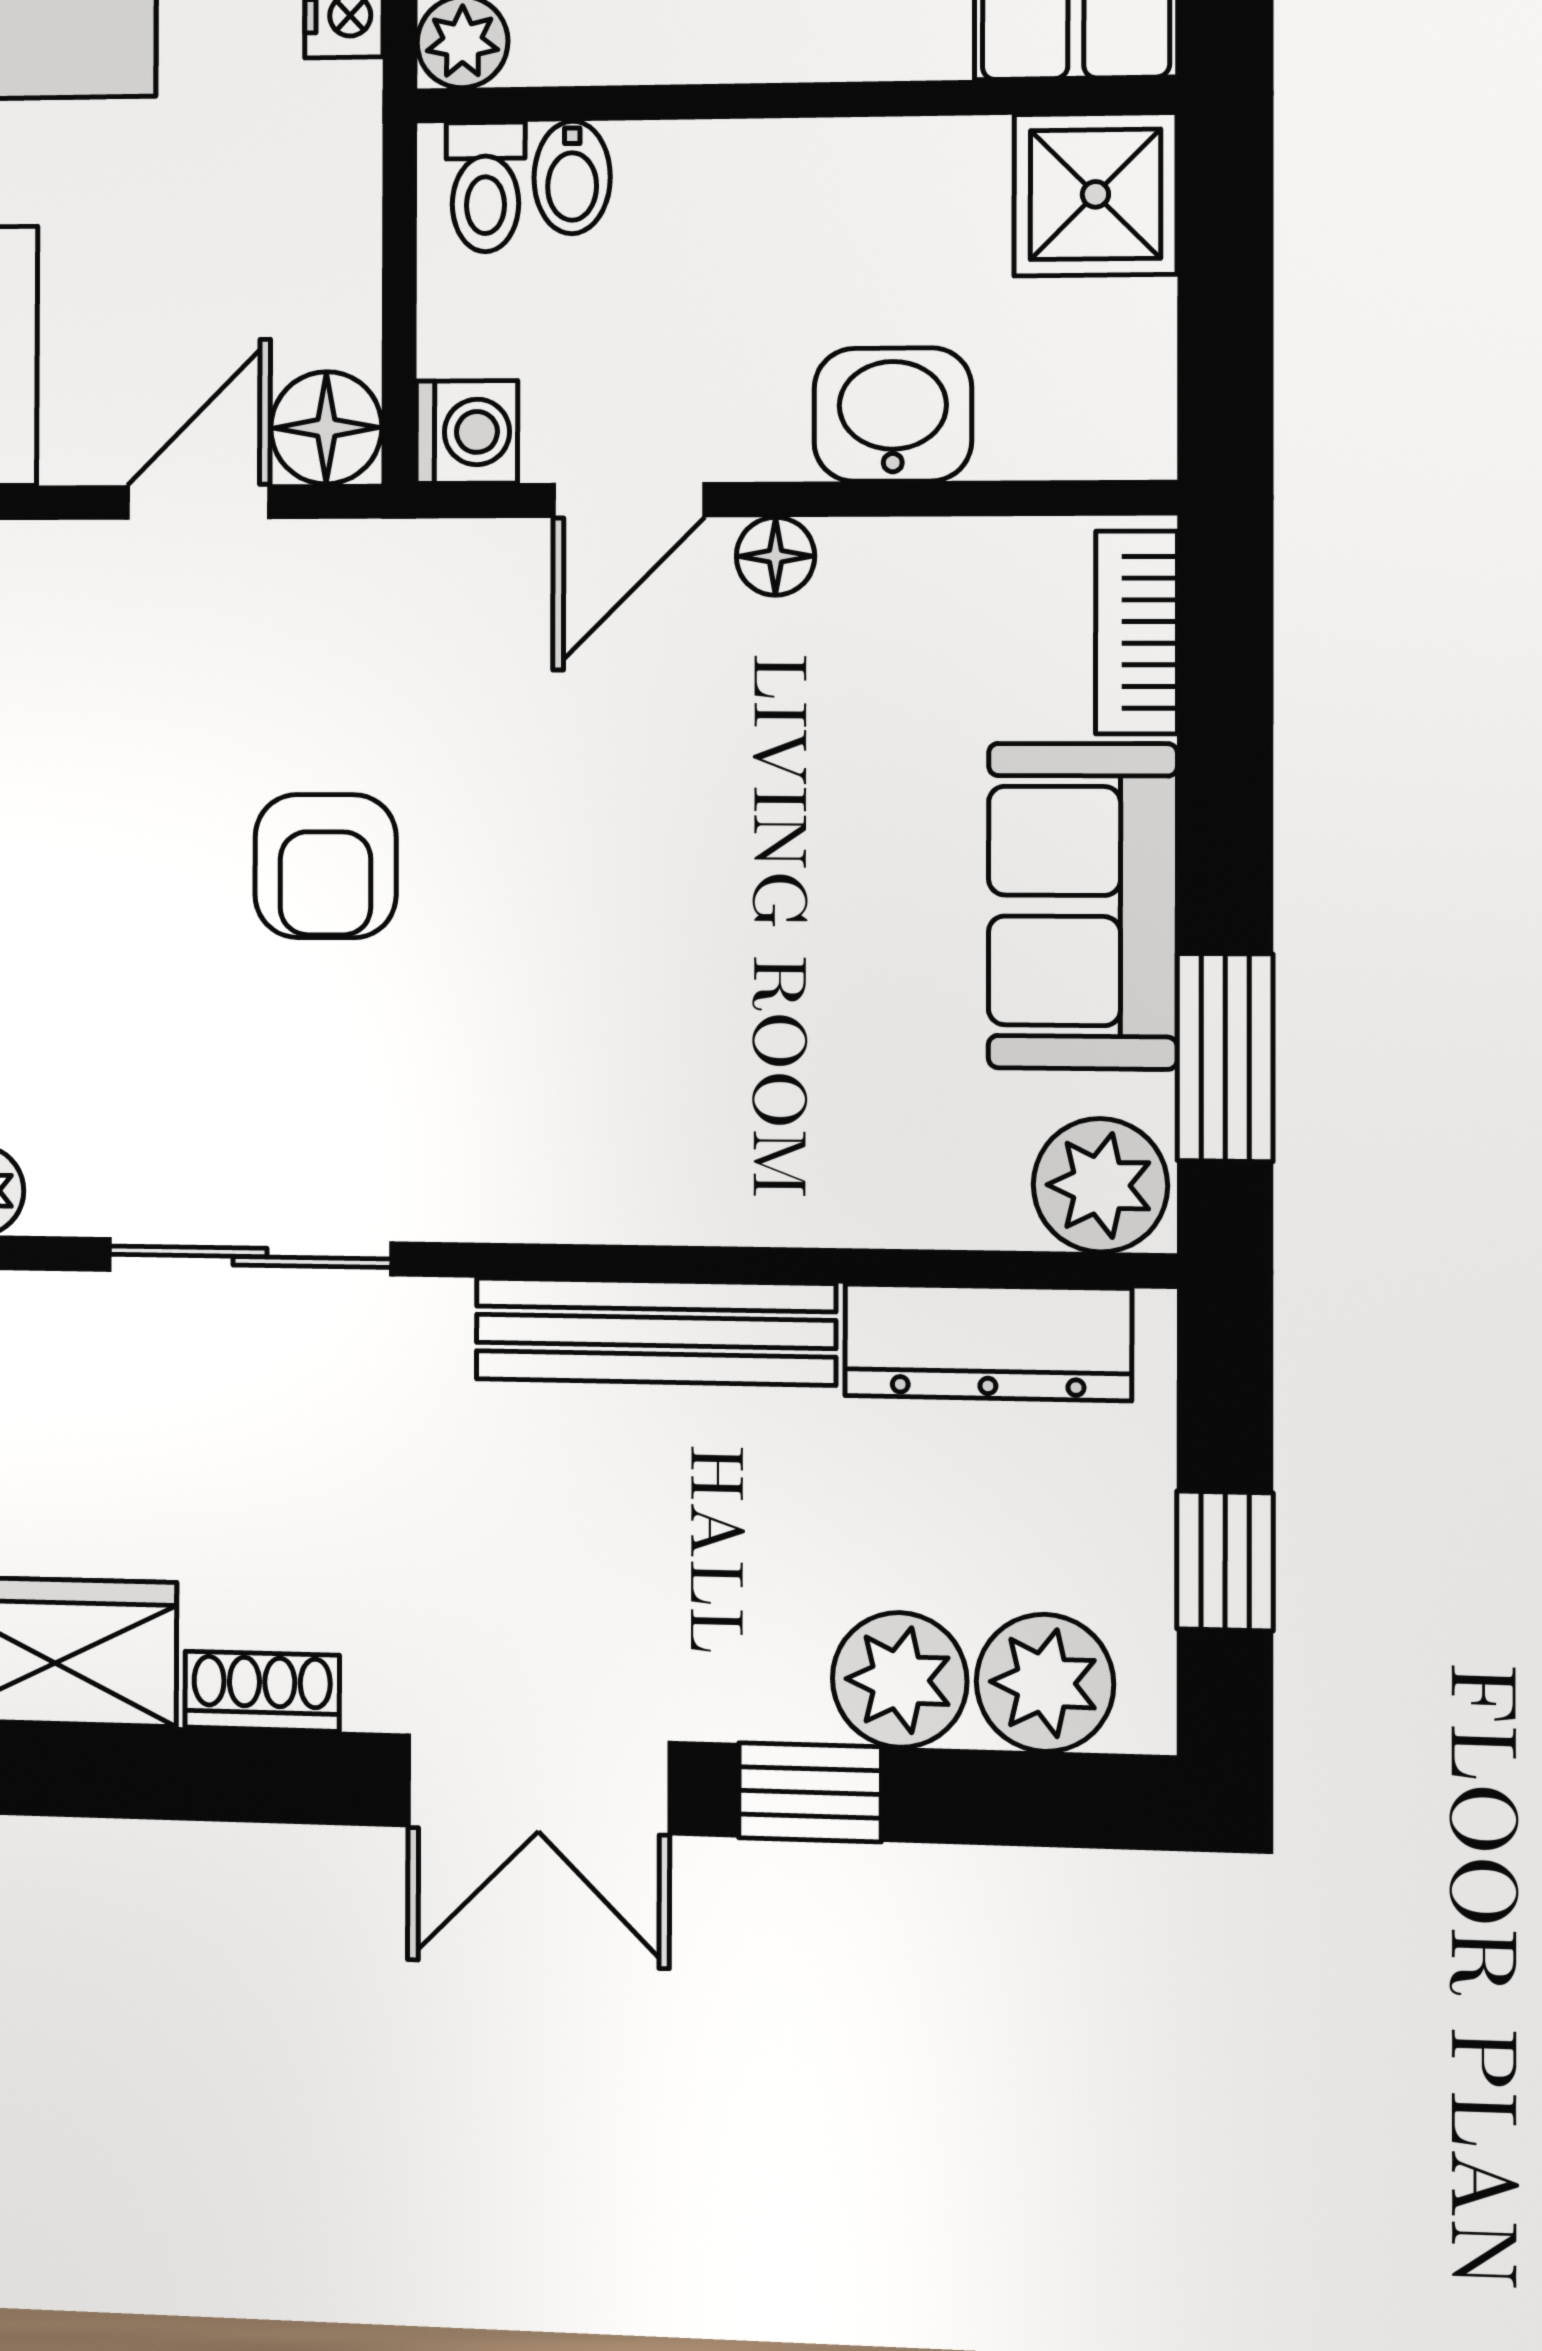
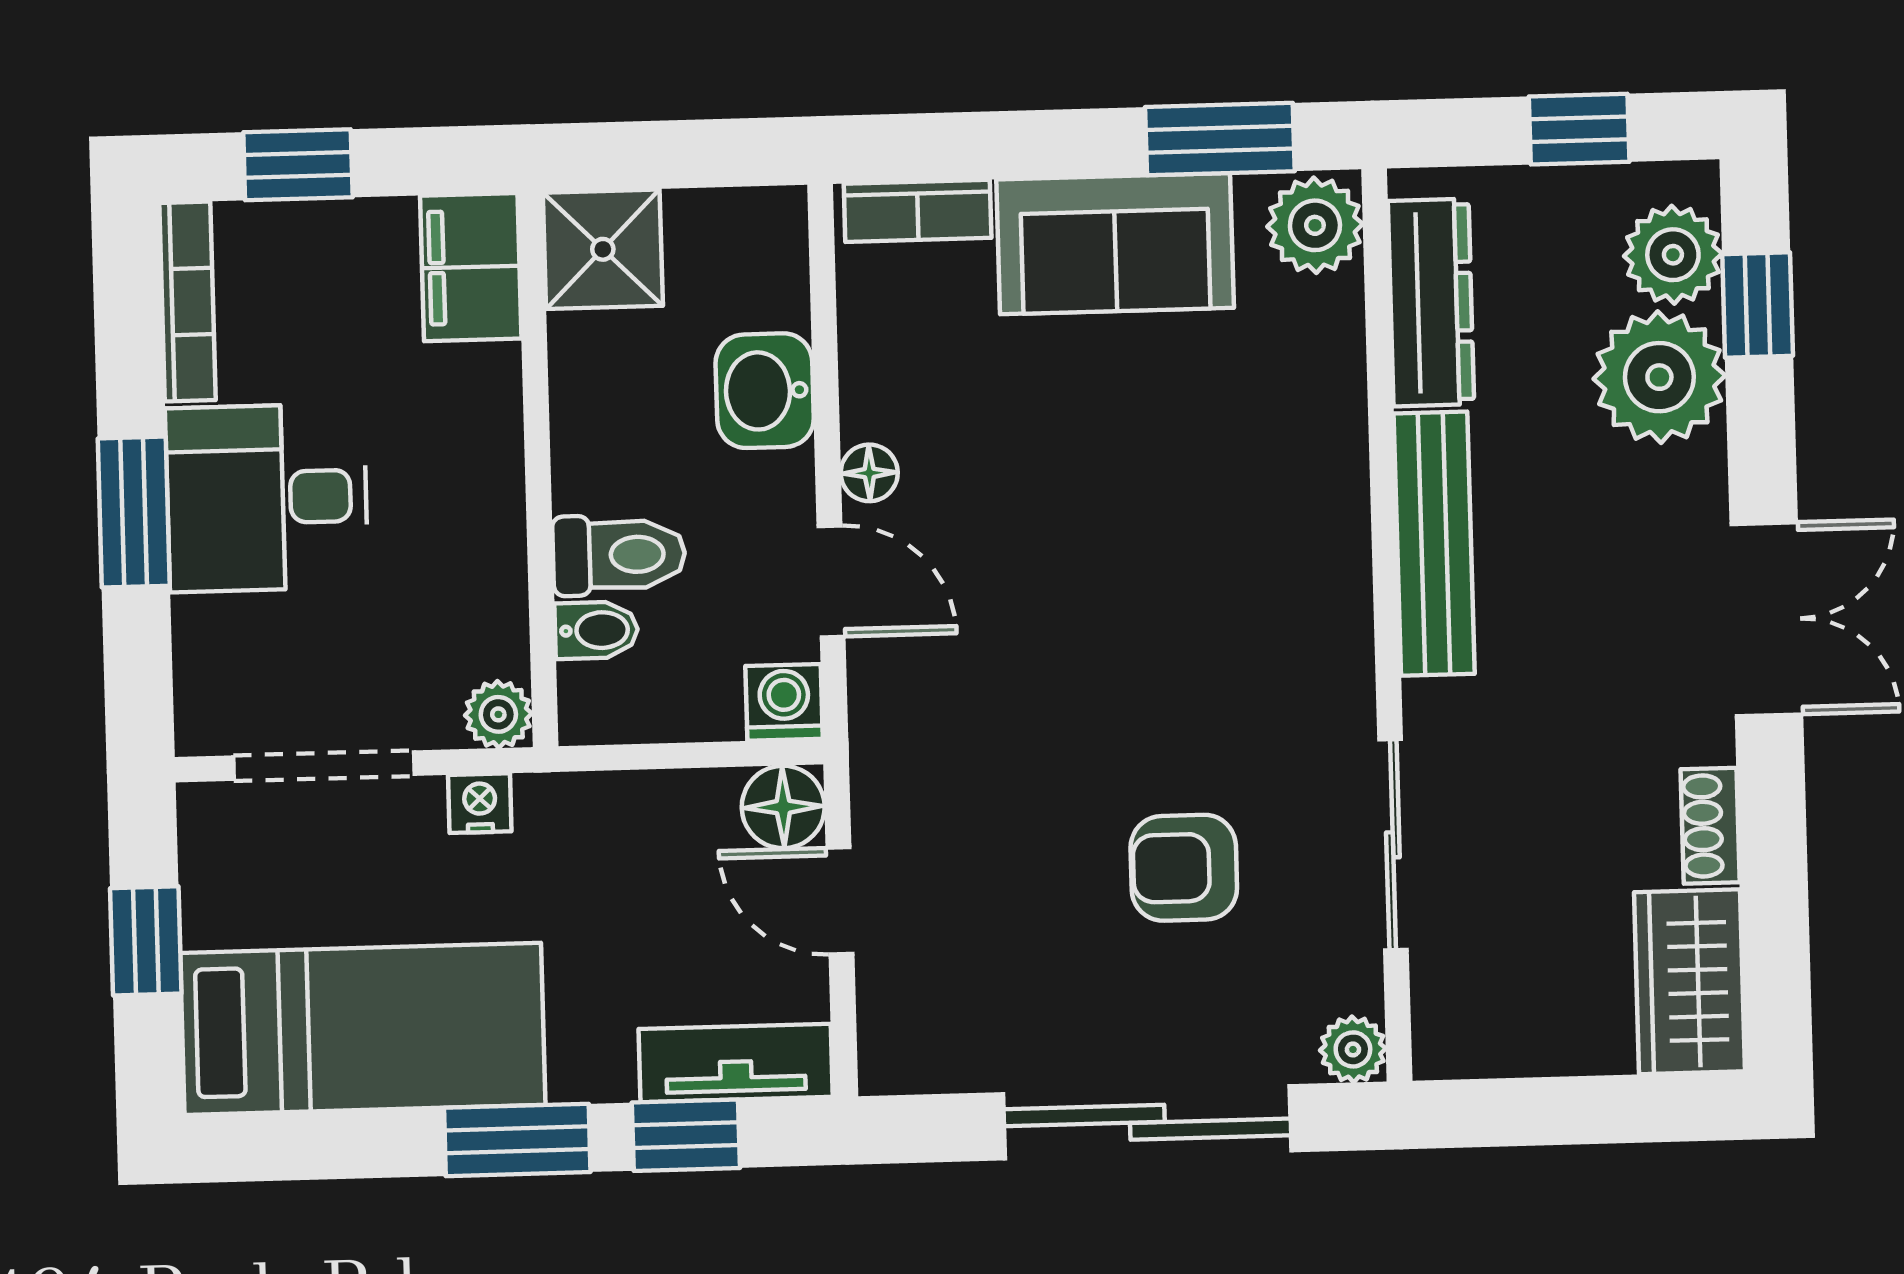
toilet: (486, 187) -> (619, 555), moved, width x1.37, depth x1.39
armchair: (325, 866) -> (1184, 868), moved, turned 180
plant: (900, 1680) -> (1659, 377), width x1.36, depth x1.36
window: (810, 1792) -> (1758, 305), moved

